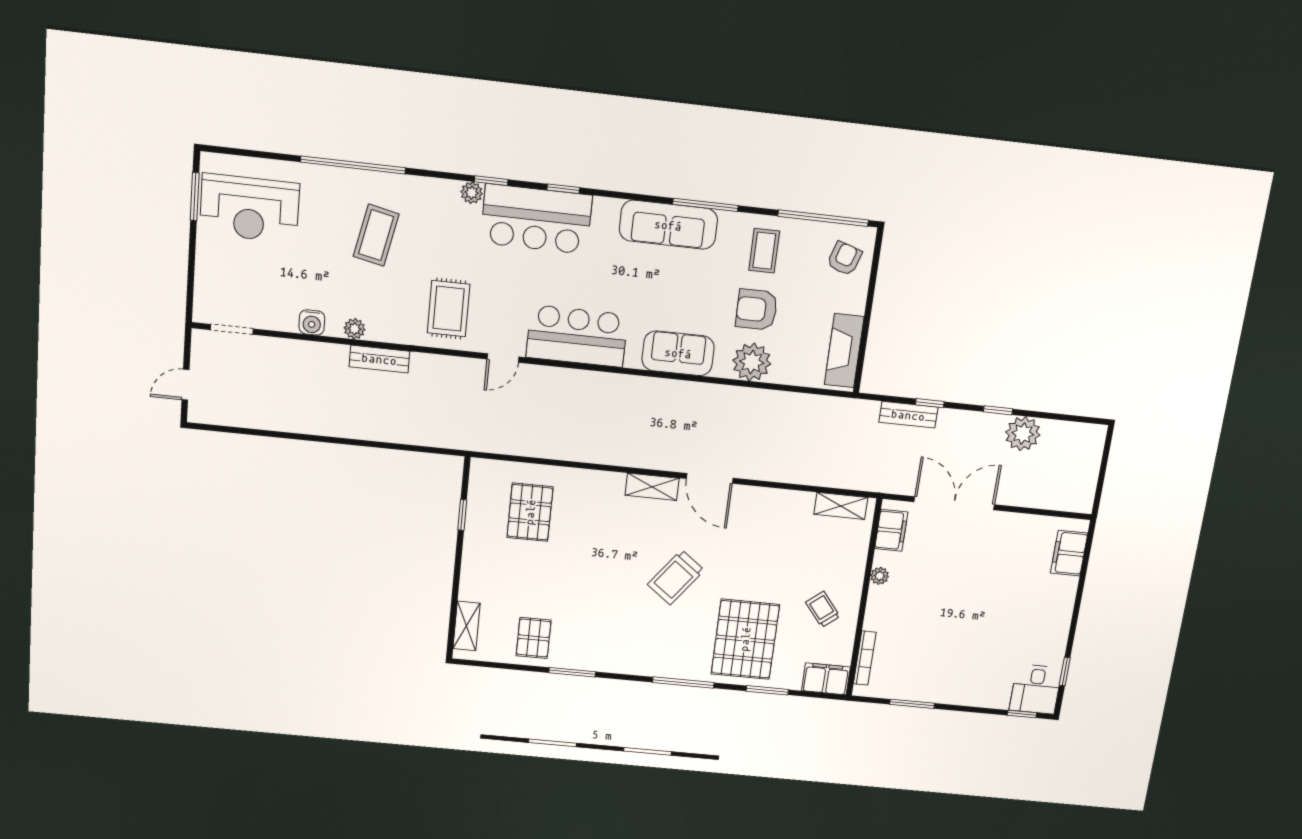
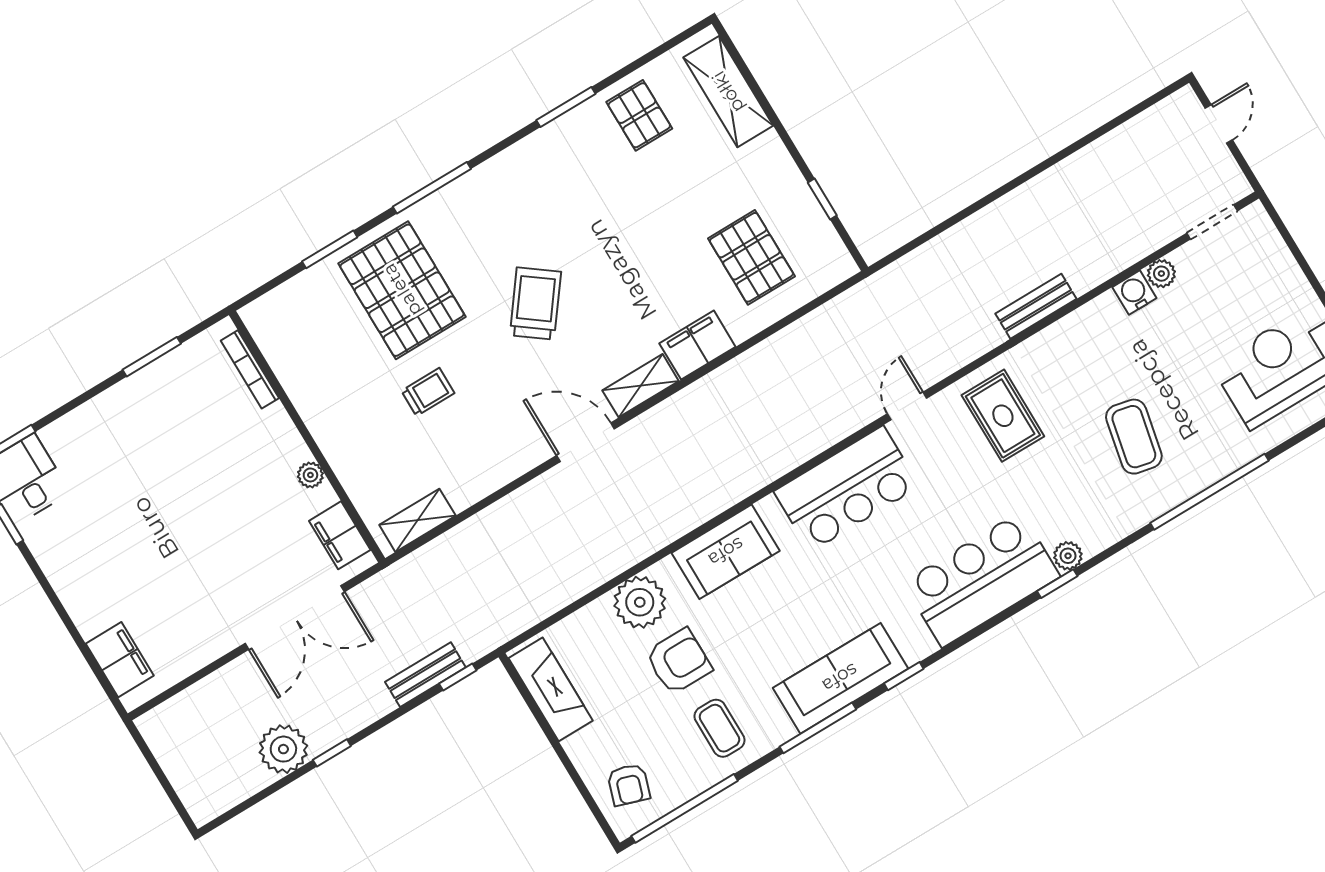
window: (563, 189) -> (904, 676), moved
plant: (355, 329) -> (1161, 274), moved
window: (930, 403) -> (458, 677), moved
trolley: (823, 609) -> (428, 392), moved, turned -51
shelving: (467, 626) -> (728, 92), width x1.50, depth x1.33
filing cabinet: (826, 679) -> (697, 345), moved, turned 180

